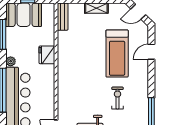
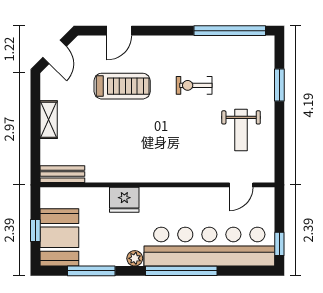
door: (151, 52) -> (119, 31), hinge flipped
treadmill: (117, 54) -> (122, 86), width x0.73, depth x0.73

